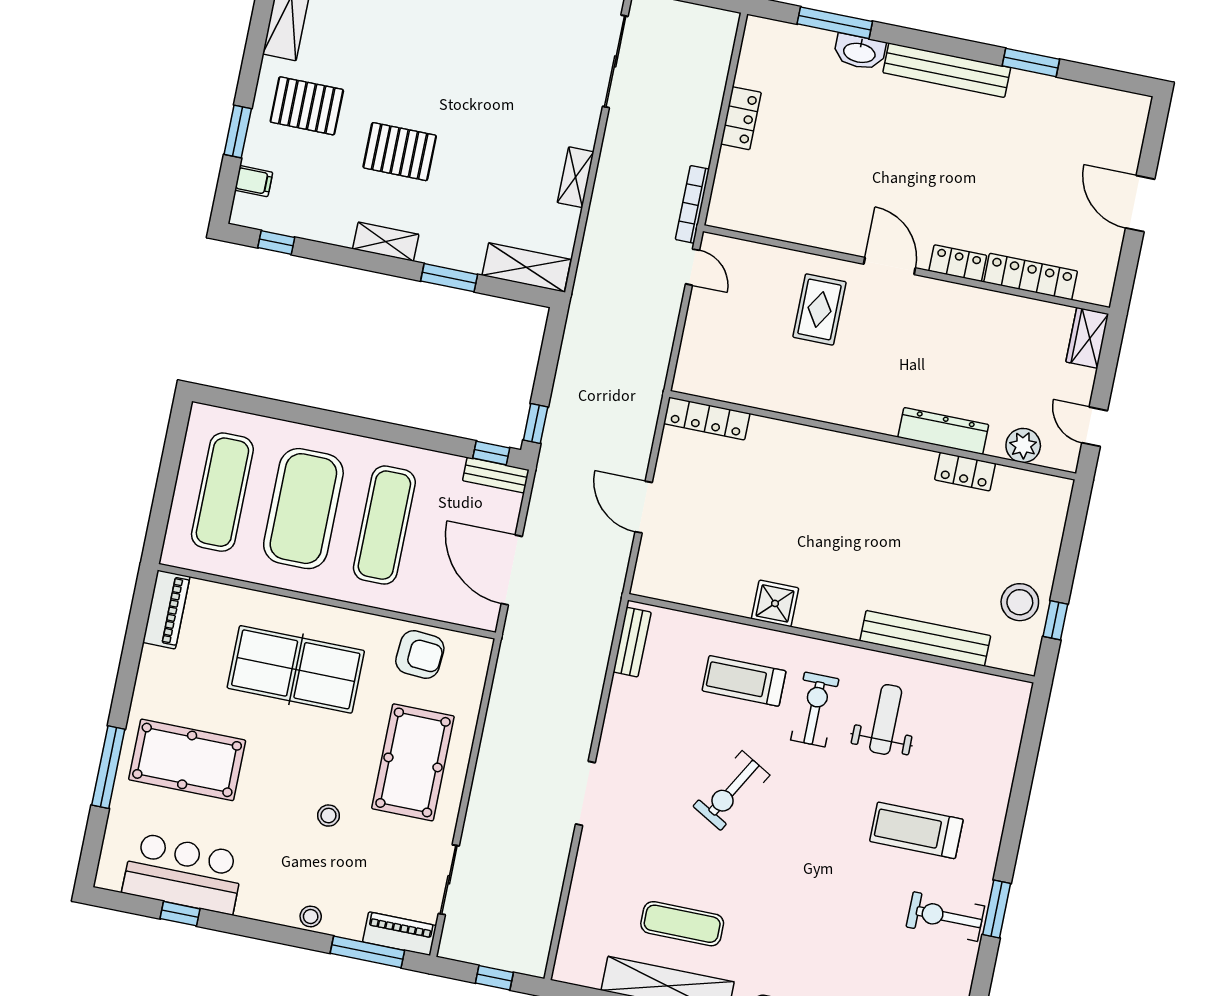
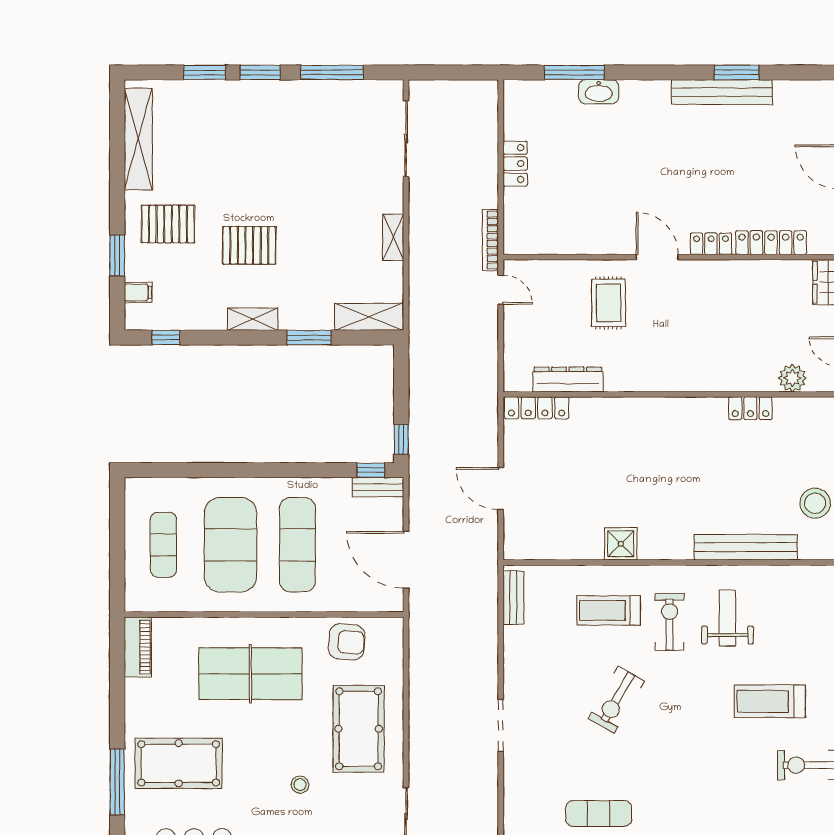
bench: (947, 70) -> (722, 92), moved
dresser: (943, 431) -> (568, 380), moved
exercise mat: (222, 492) -> (163, 545), width x0.73, depth x0.69

